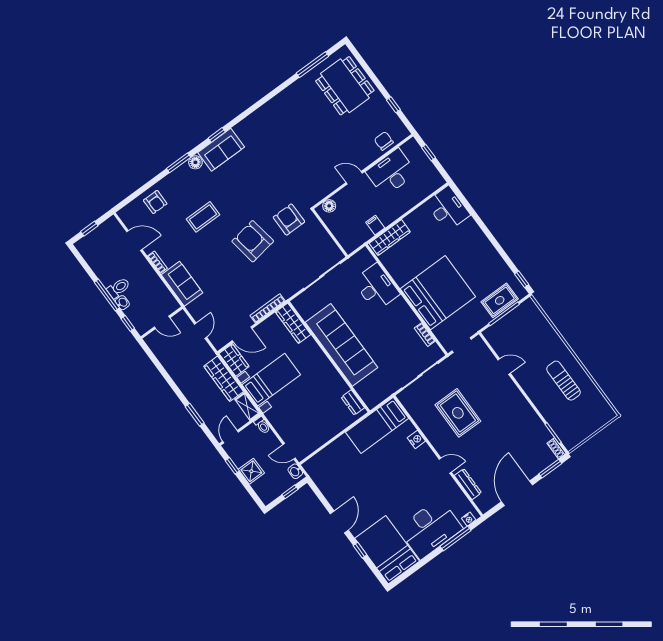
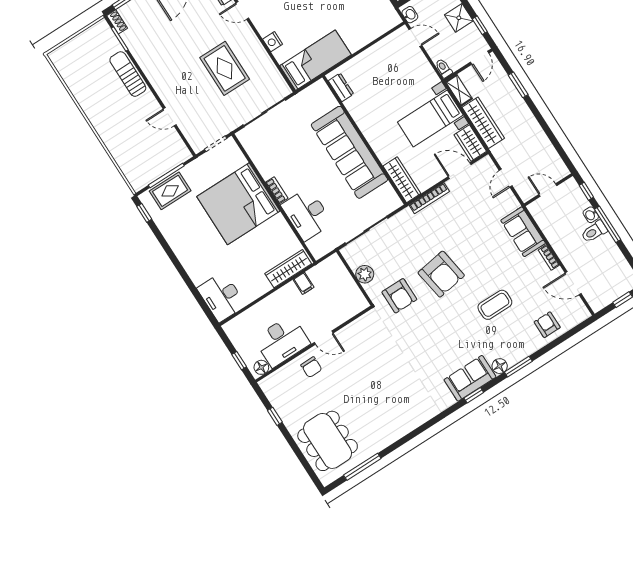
chair: (384, 141) -> (311, 367), moved
floor lamp: (329, 206) -> (261, 367), moved
plant: (321, 237) -> (365, 274), added
bookcase: (425, 335) -> (277, 190), moved
sun lounger: (564, 381) -> (128, 74), moved, turned 180

